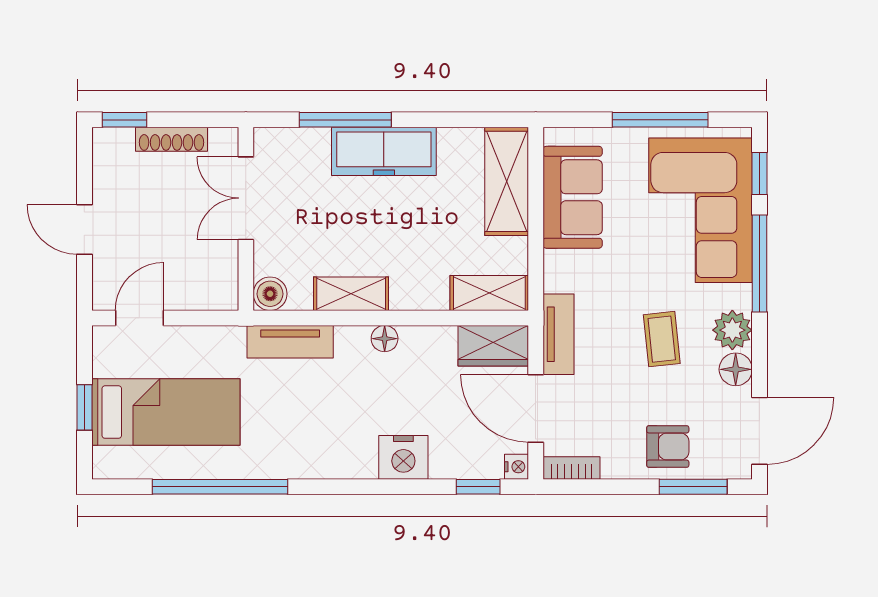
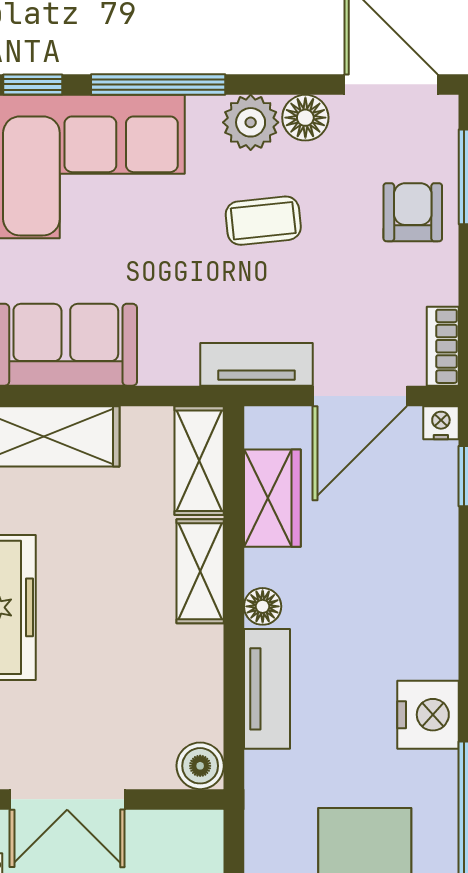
shelving: (351, 294) -> (200, 571), moved
tv unit: (290, 342) -> (267, 689), moved
wardrobe: (493, 346) -> (272, 498), moved
nightstand: (403, 457) -> (428, 715), moved

